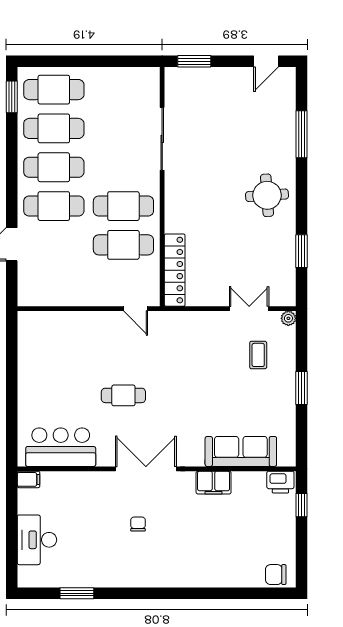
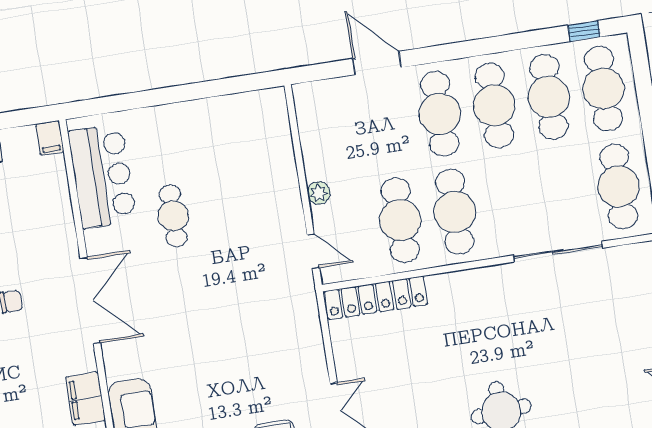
cafe table: (123, 90) -> (619, 186), added
window: (12, 97) -> (584, 31), width x0.67
plant: (96, 298) -> (319, 193), added
door: (136, 309) -> (313, 251), swing flipped
cafe table: (123, 395) -> (173, 216), moved

